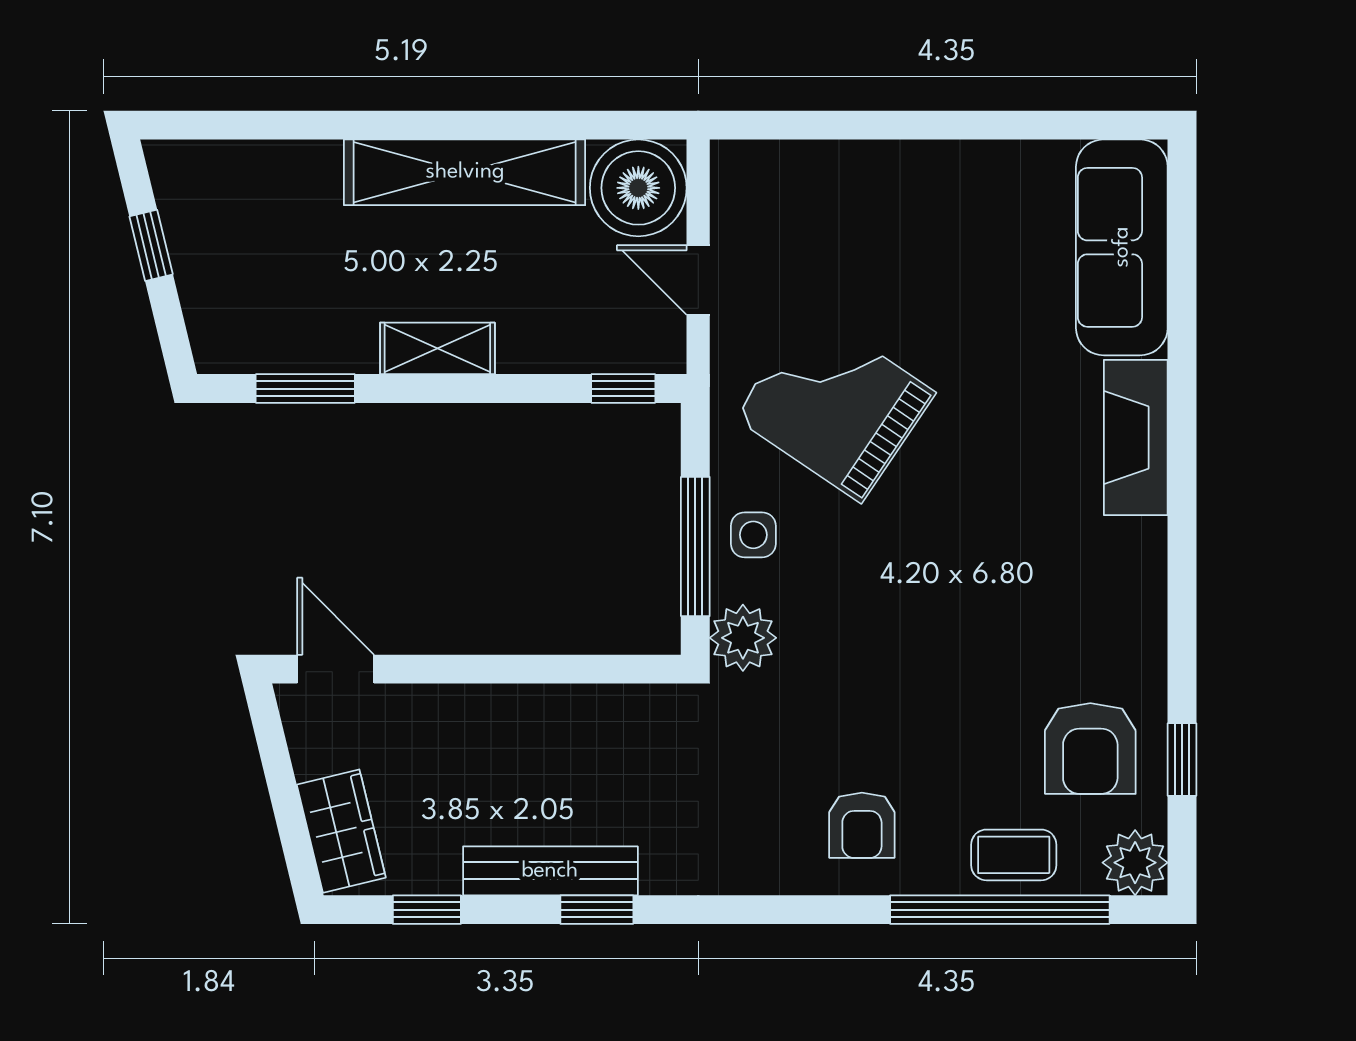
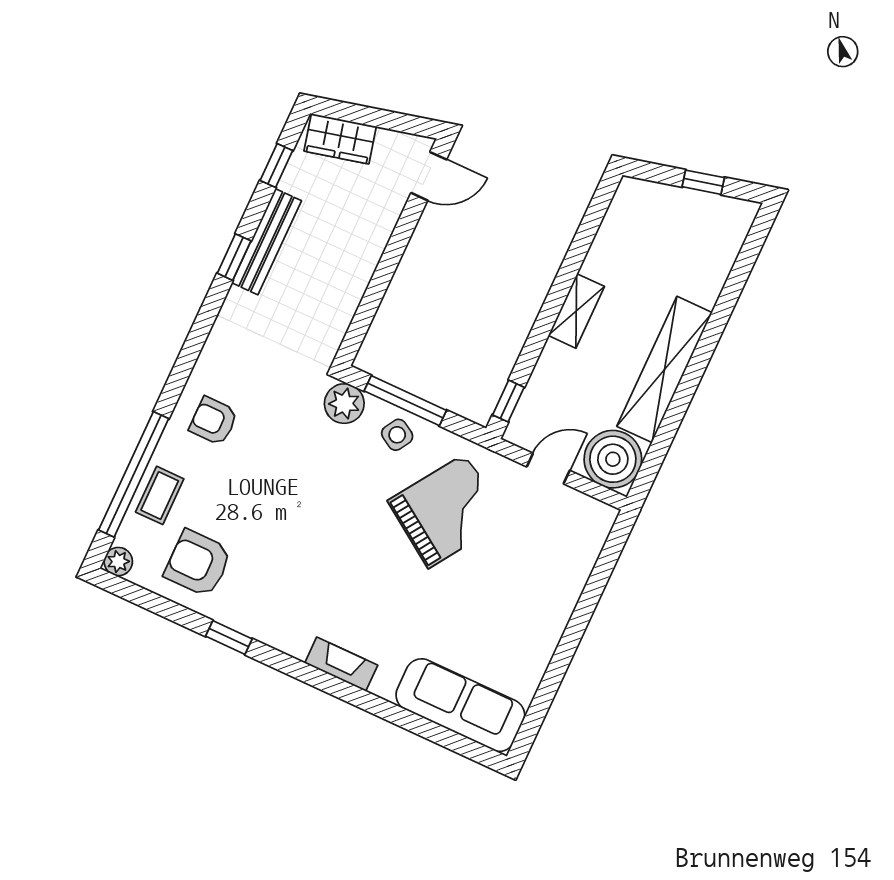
window: (305, 389) -> (588, 230), removed
fireplace: (1136, 438) -> (341, 664), width x0.73, depth x0.76
side table: (753, 535) -> (397, 435), turned 31
window: (1182, 760) -> (229, 638), moved
plant: (1135, 863) -> (118, 562), width x0.73, depth x0.73

